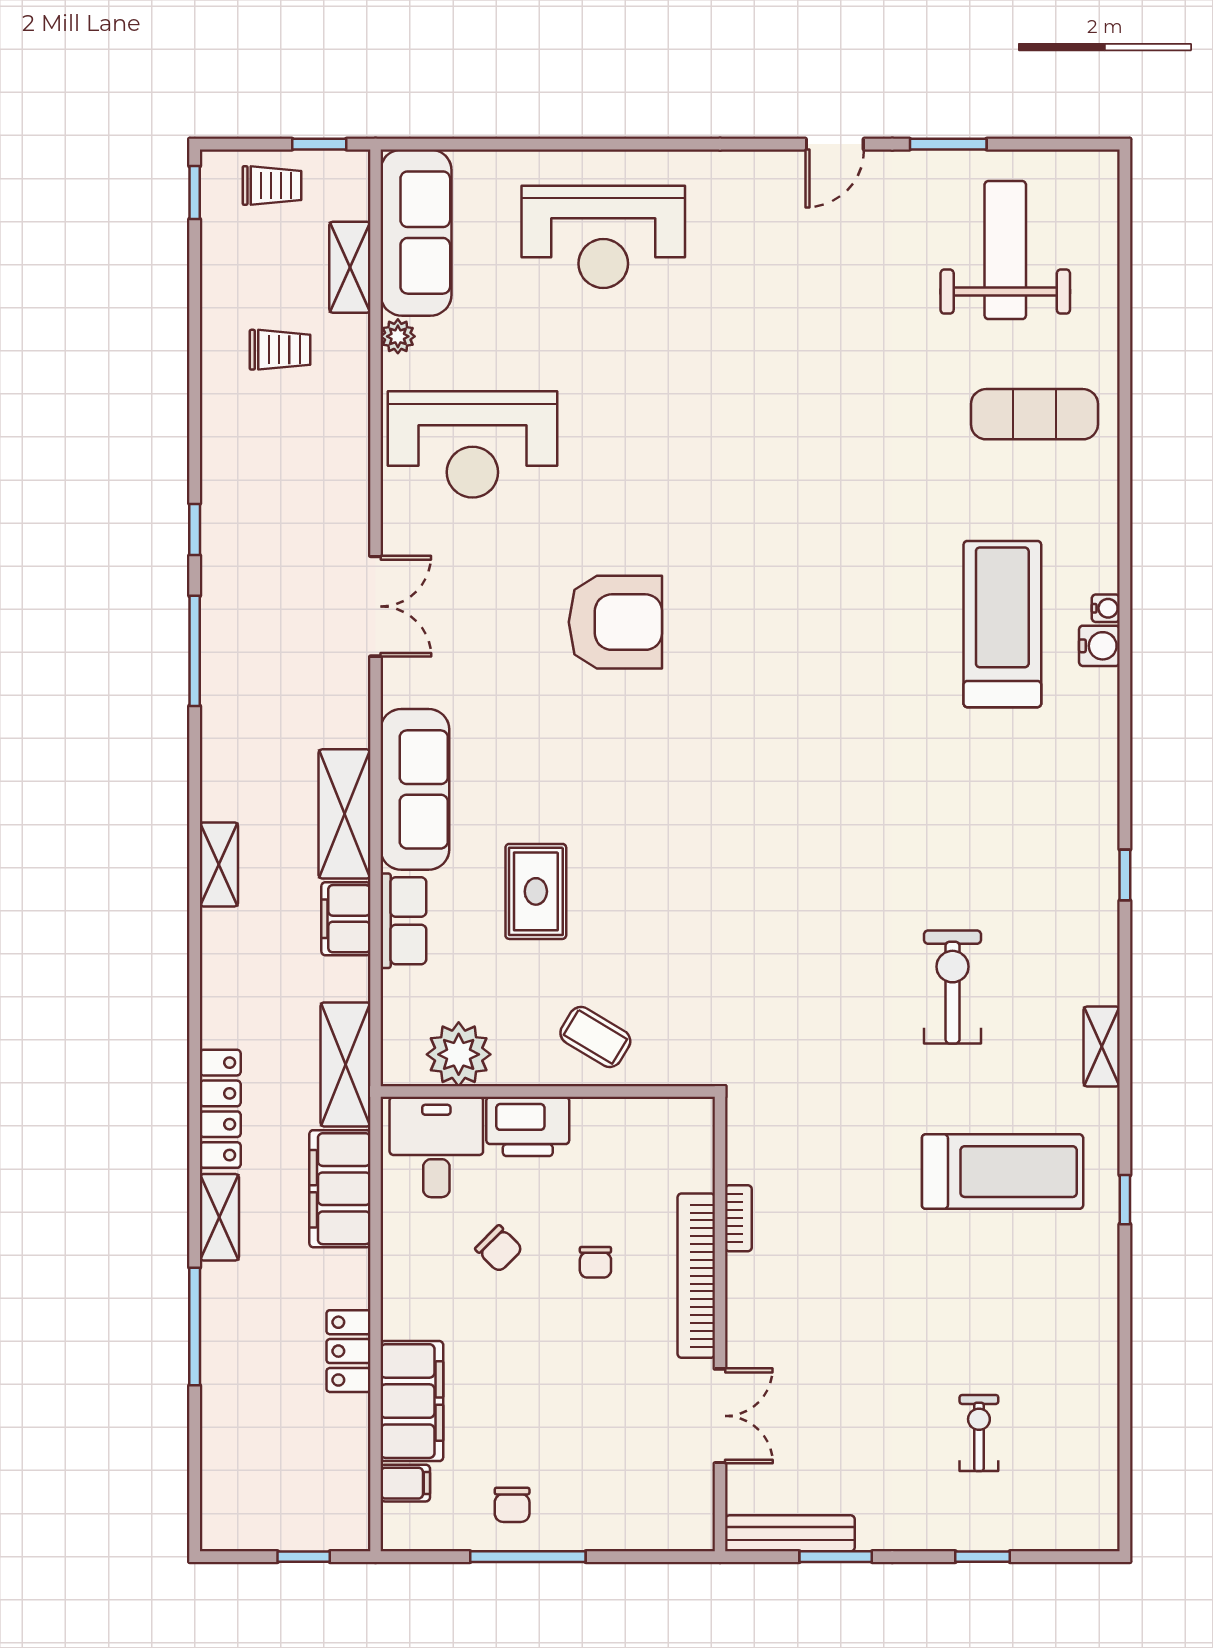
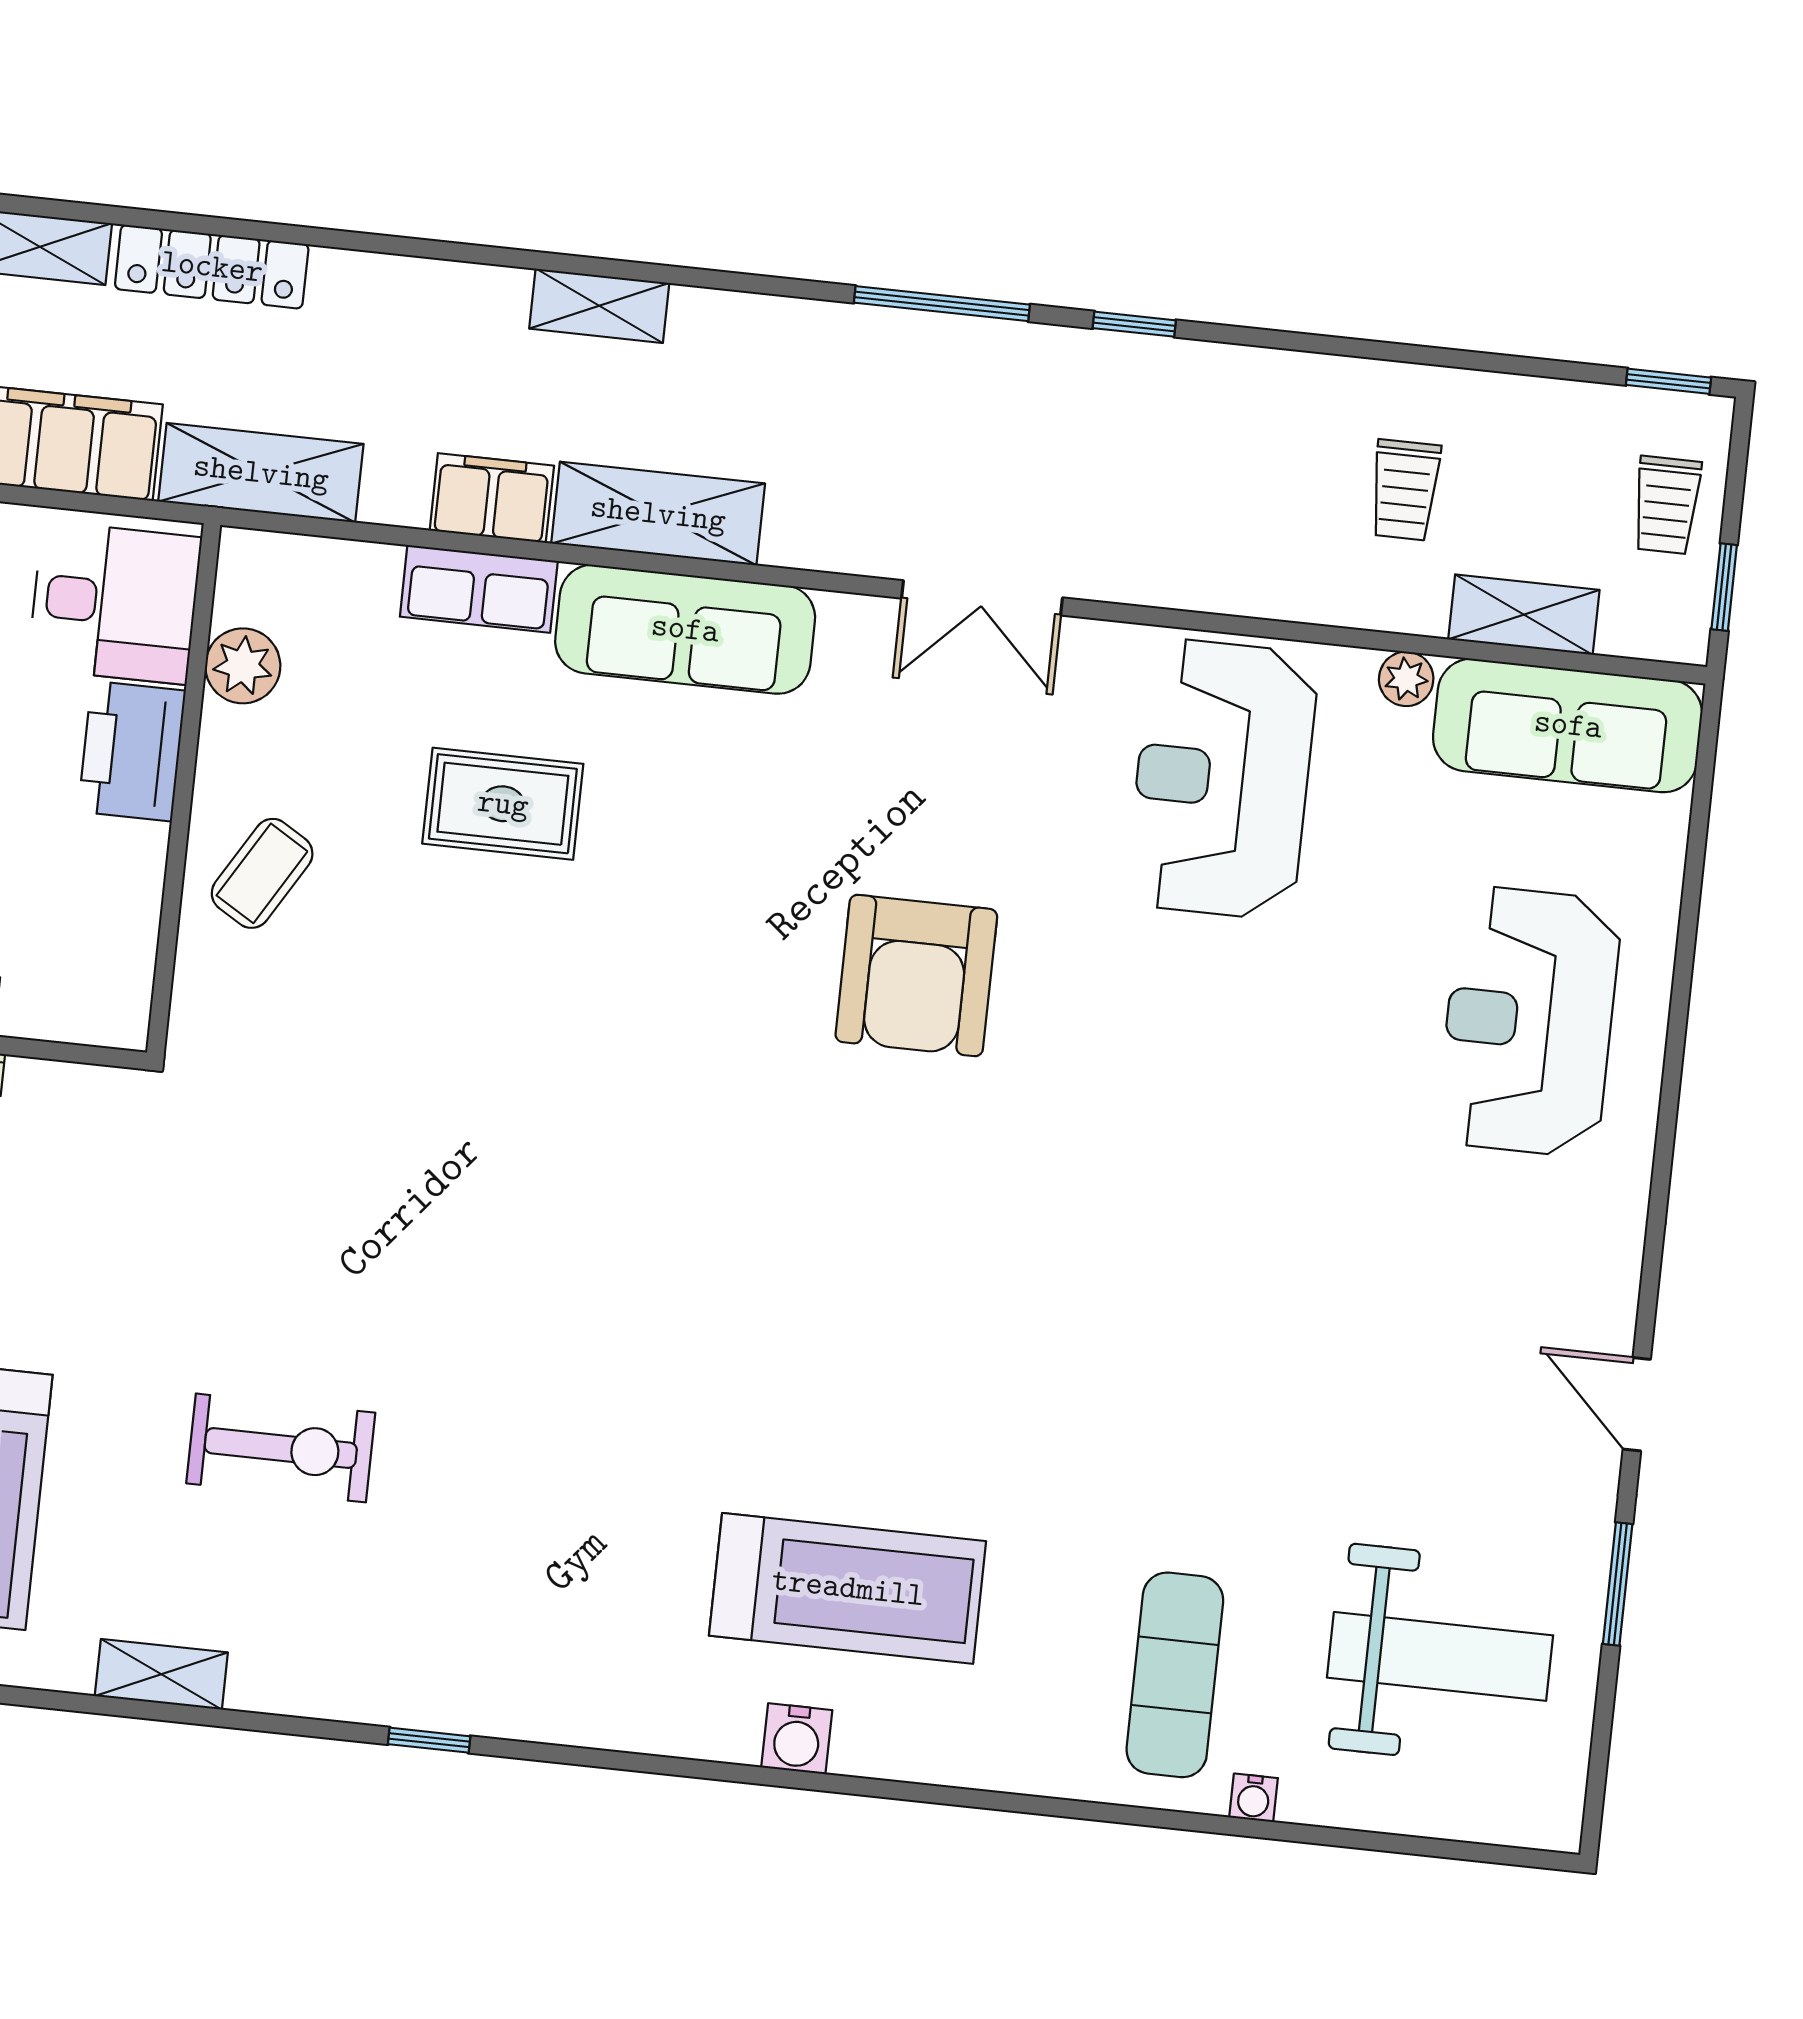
water cooler: (1106, 608) -> (1254, 1798), moved
plant: (459, 1054) -> (243, 666), width x0.73, depth x0.73

